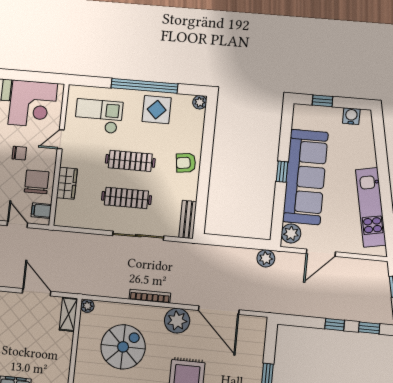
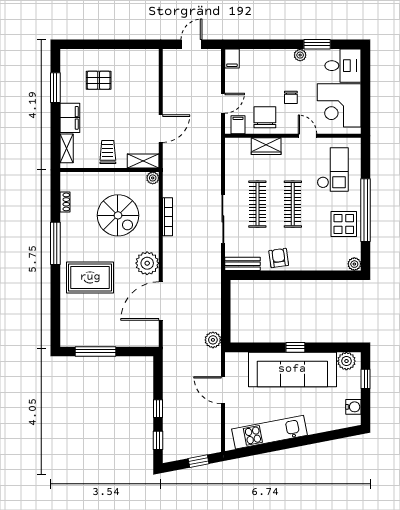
armchair: (186, 163) -> (279, 258), moved
chair: (37, 182) -> (265, 117), turned -90
plant: (291, 233) -> (346, 361), moved
bookcase: (150, 296) -> (167, 217), moved
trolley: (55, 351) -> (108, 152), added

